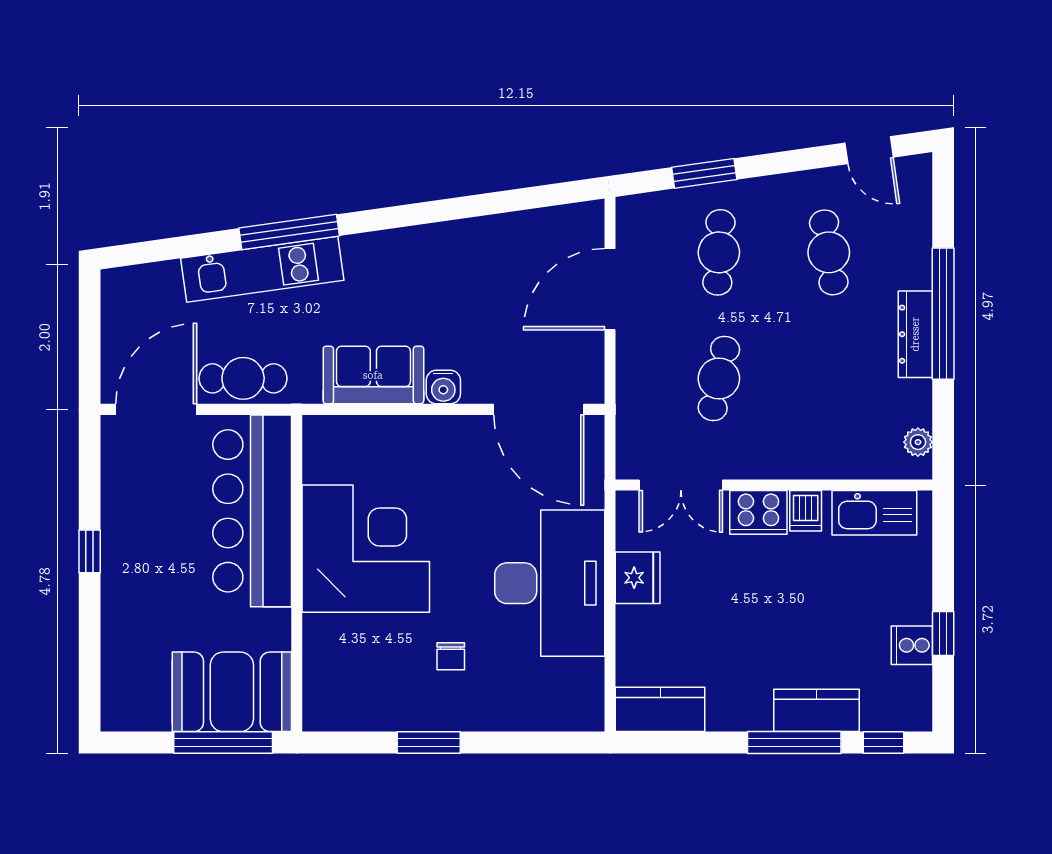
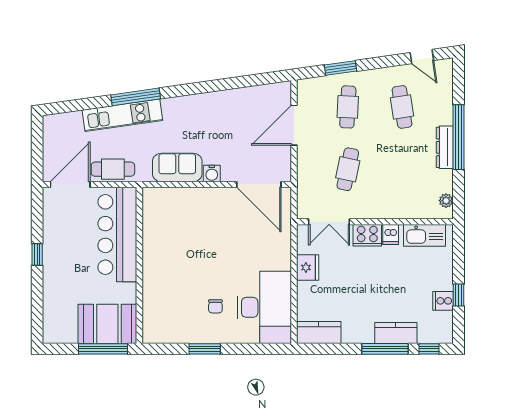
corner desk: (366, 549) -> (173, 253), removed
desk: (550, 583) -> (264, 307), moved

